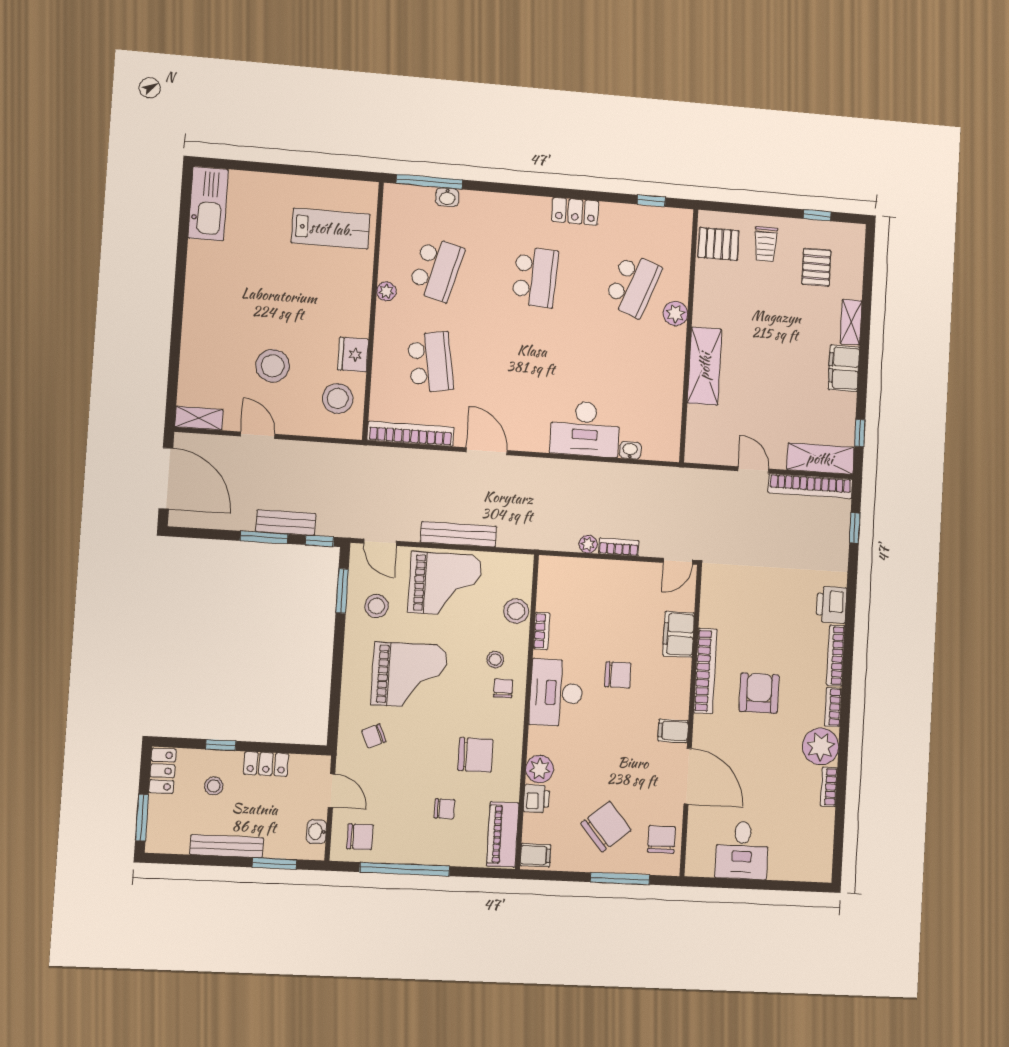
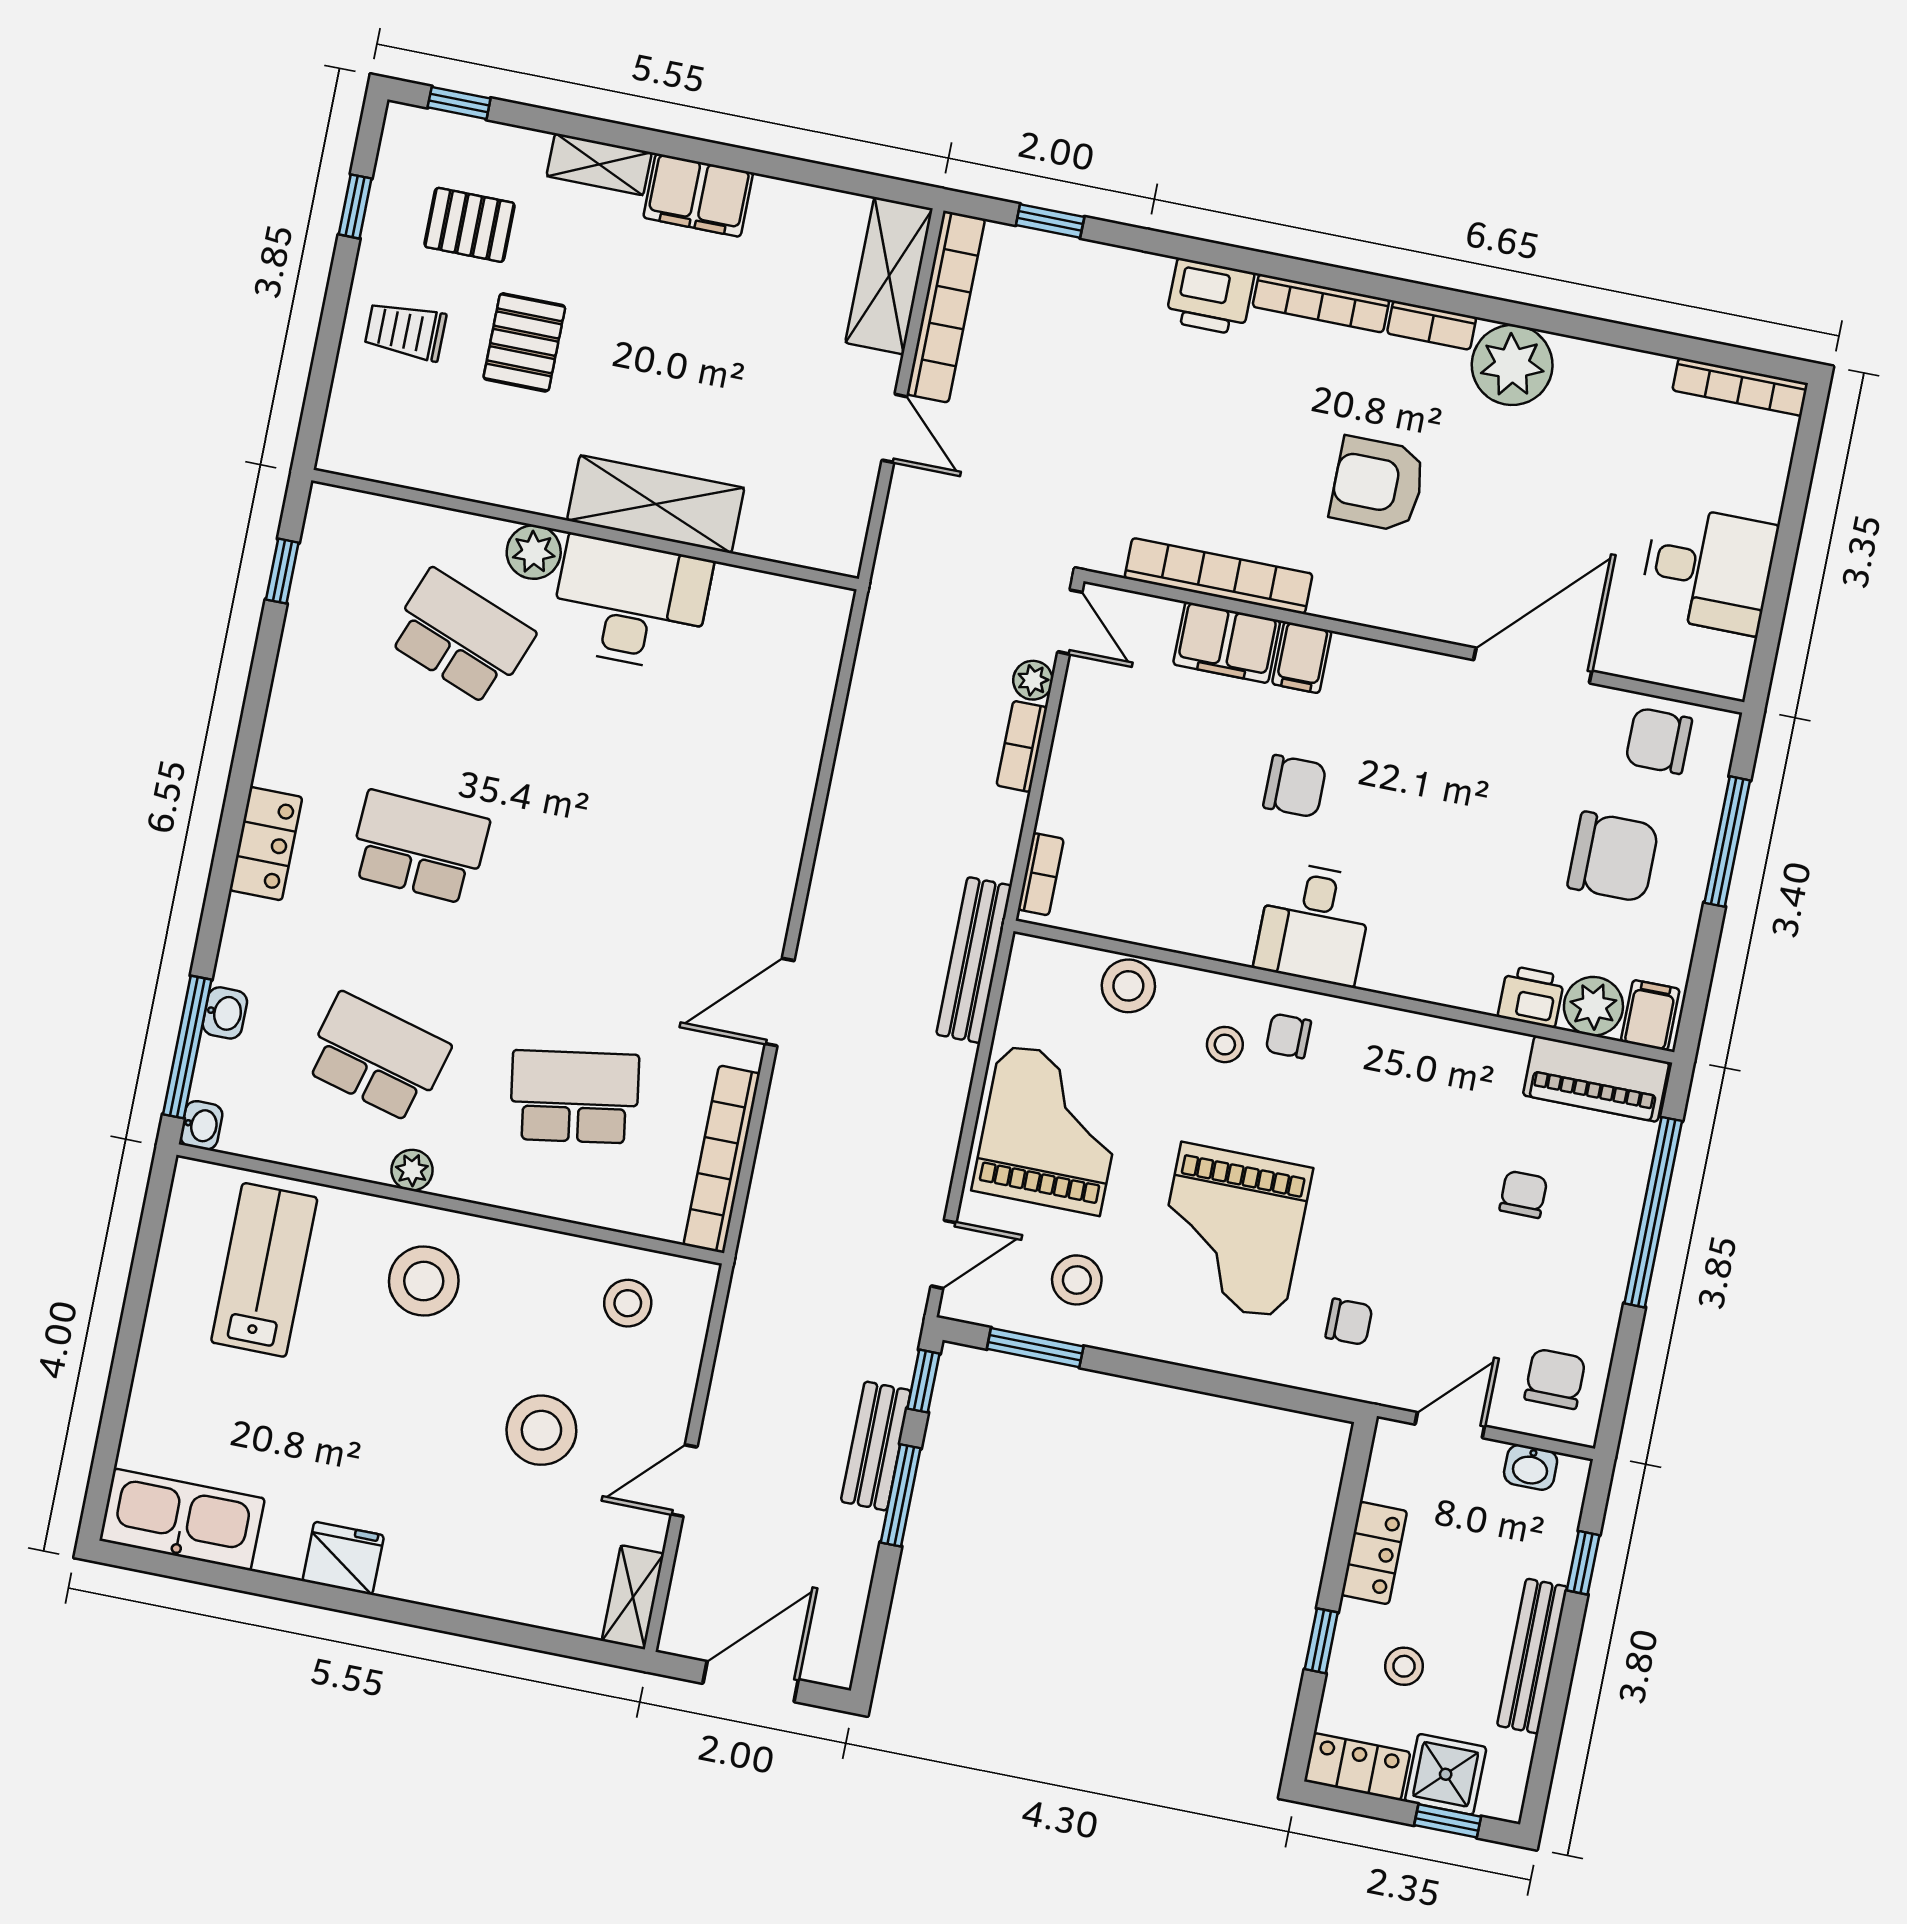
locker: (575, 211) -> (266, 844), moved
pallet: (718, 244) -> (524, 342), moved
trolley: (766, 244) -> (405, 331), turned 180
stool: (335, 303) -> (424, 1281), added
fridge: (353, 355) -> (343, 1558), moved, turned 180
stool: (338, 399) -> (628, 1303), width x0.73, depth x0.73
desk: (585, 429) -> (631, 603), moved, turned -90
window: (860, 433) -> (459, 103), moved
washbasin: (630, 450) -> (201, 1125), moved, turned 180
door: (753, 470) -> (894, 428), swing flipped
door: (166, 478) -> (751, 1682), width x0.73
bench: (458, 534) -> (974, 960), moved
plant: (588, 544) -> (1033, 680), moved
bookcase: (542, 631) -> (1041, 874), moved, turned 90
bookcase: (705, 671) -> (1219, 576), moved
grand piano: (409, 675) -> (1232, 1231), turned 180
chair: (618, 675) -> (1295, 786), turned 90
desk: (556, 693) -> (1314, 924), width x0.73
filing cabinet: (673, 731) -> (1302, 657), moved
chair: (374, 736) -> (1349, 1322), turned -67
chair: (475, 755) -> (1420, 1114), removed
plant: (540, 769) -> (1593, 1006), moved
bookcase: (829, 787) -> (1740, 387), moved, width x1.56
shower: (164, 813) -> (1446, 1774), added
window: (142, 818) -> (1448, 1821), width x0.67
chair: (606, 827) -> (1613, 857), turned 130
window: (274, 863) -> (1583, 1563), width x0.67
window: (405, 869) -> (1653, 1212), moved

